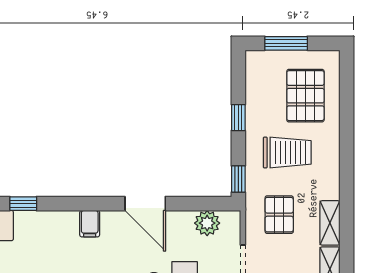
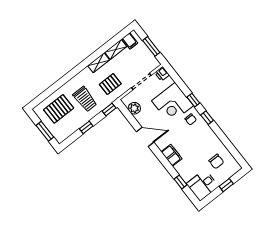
trolley: (287, 152) -> (85, 99), turned 180
door: (145, 204) -> (145, 137), hinge flipped
filing cabinet: (90, 224) -> (172, 155), width x2.00

